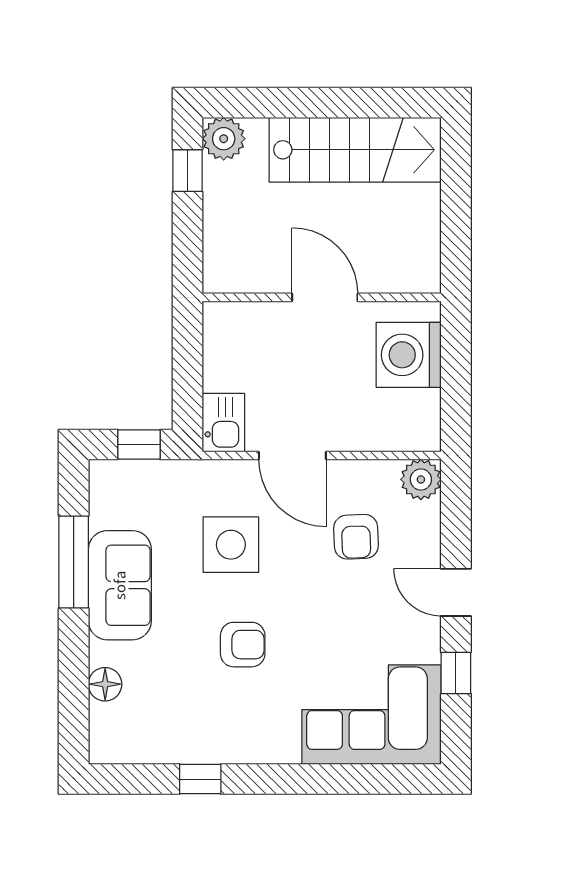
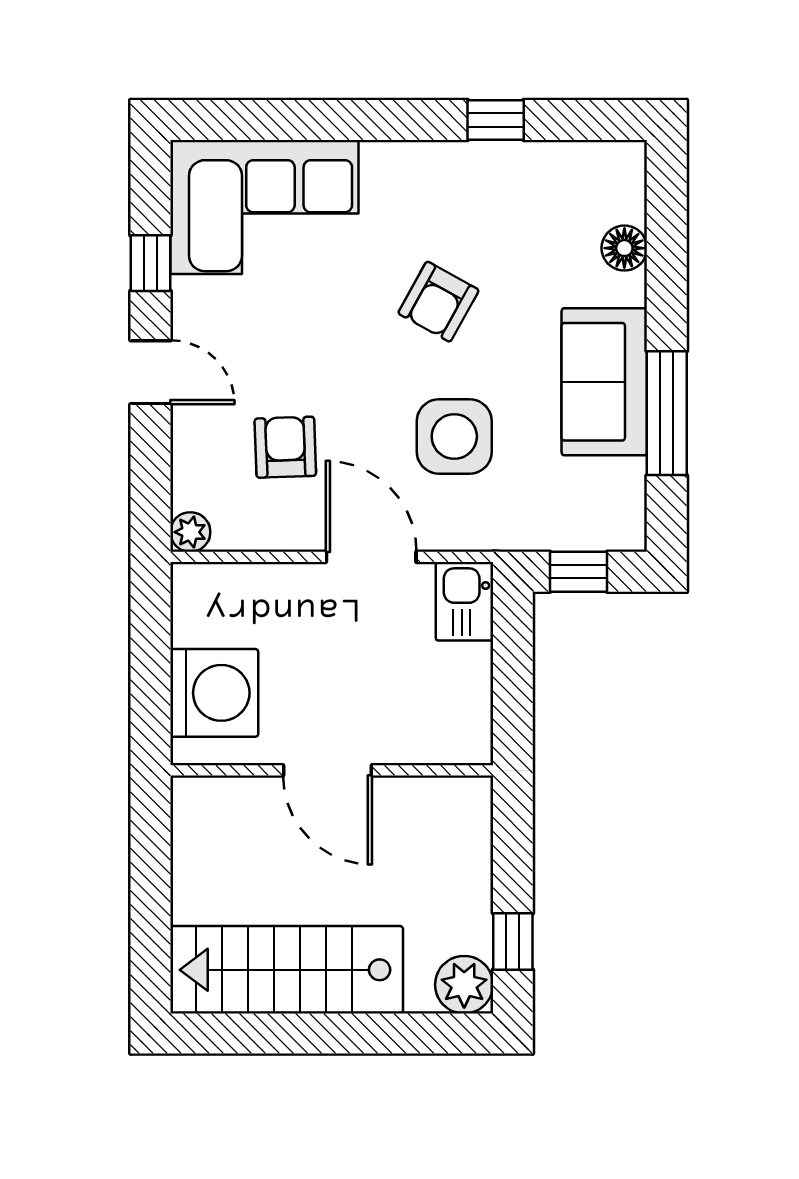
plant: (421, 479) -> (190, 532), width x0.73, depth x0.73
armchair: (243, 645) -> (438, 302), turned -61

